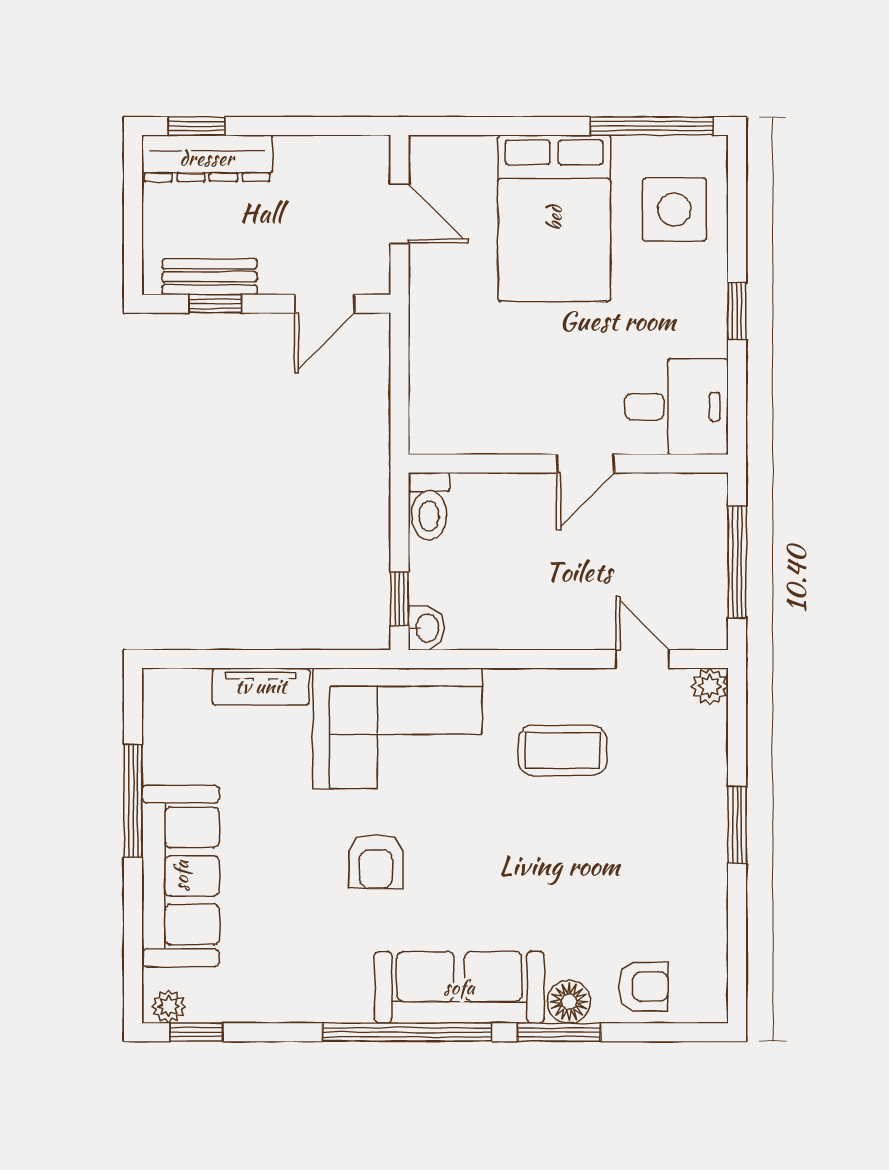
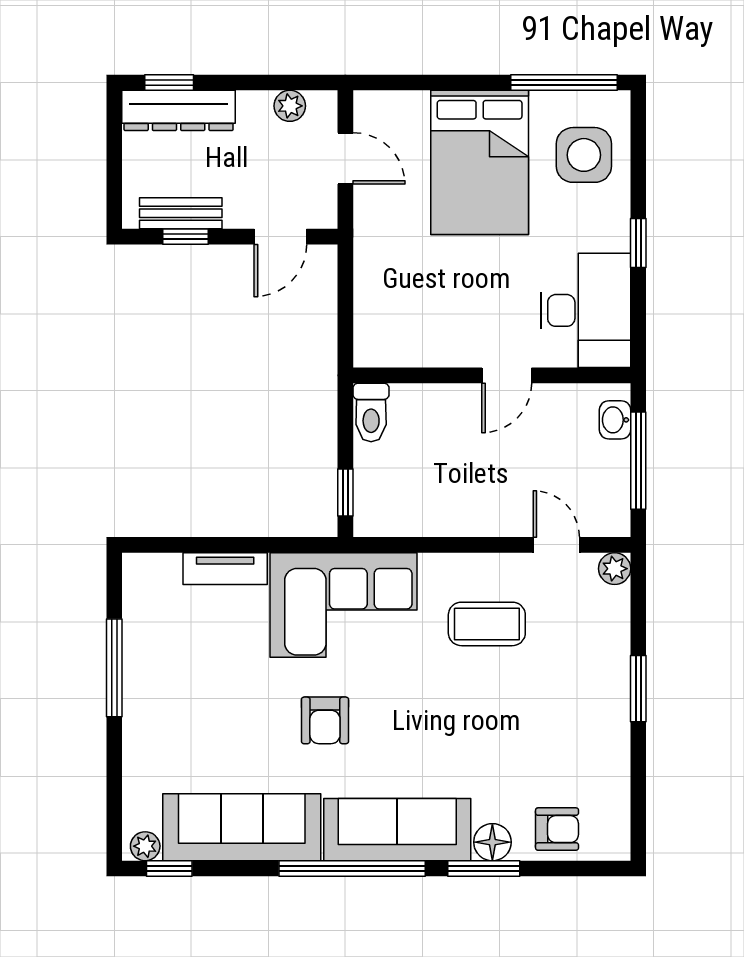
plant: (335, 153) -> (290, 106), added
desk: (676, 407) -> (586, 310), width x1.37
washbasin: (426, 628) -> (615, 420), moved, turned 180
sofa: (181, 876) -> (242, 827), moved, turned -90

